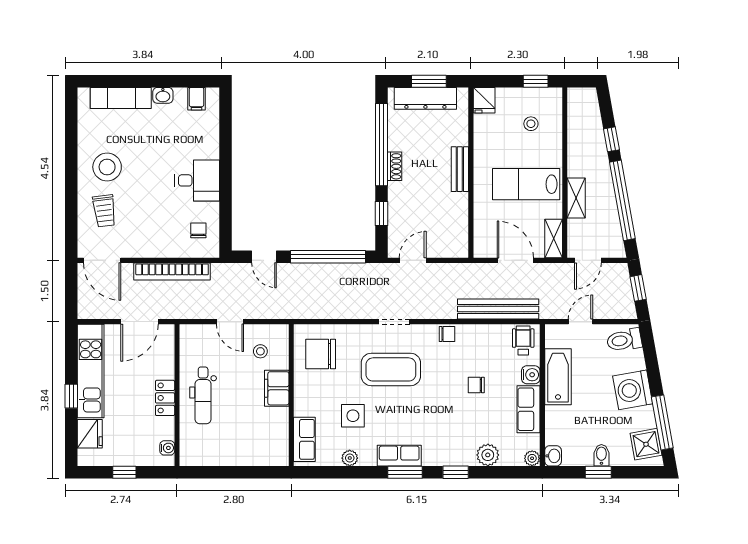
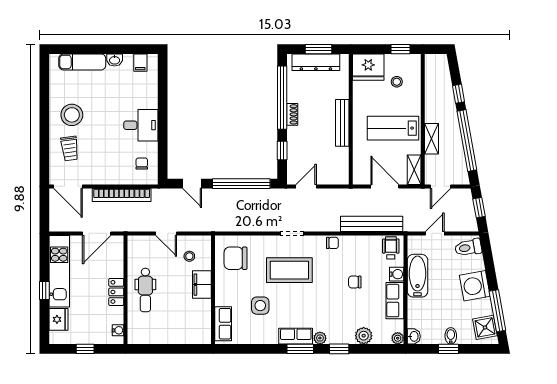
fridge: (484, 100) -> (368, 67), width x1.88, depth x1.34
bench: (460, 169) -> (342, 123), width x1.36
plant: (350, 458) -> (320, 338), moved

